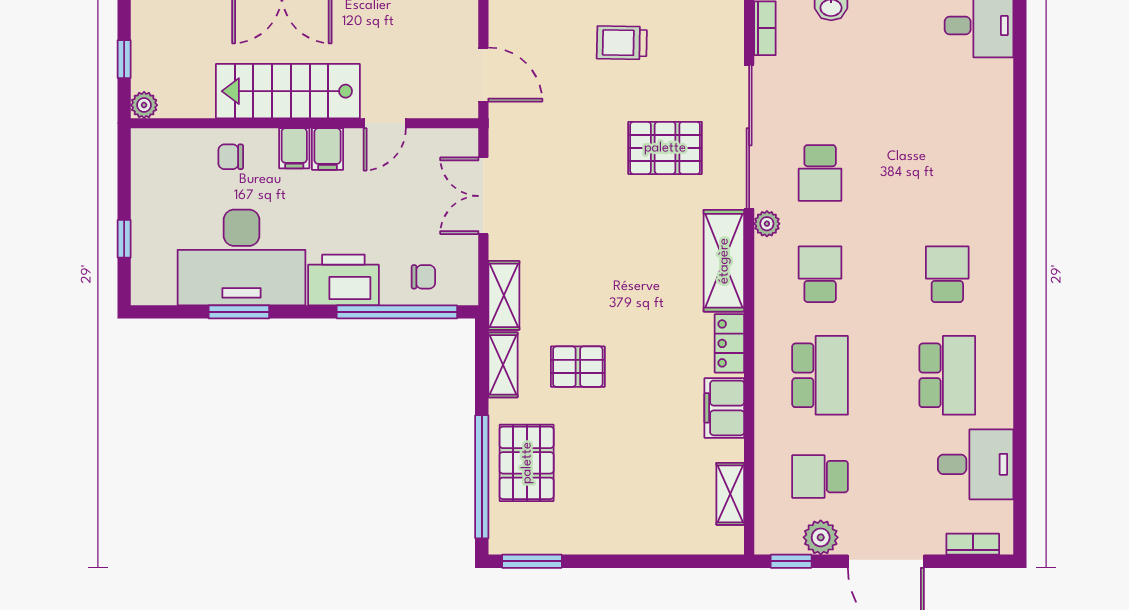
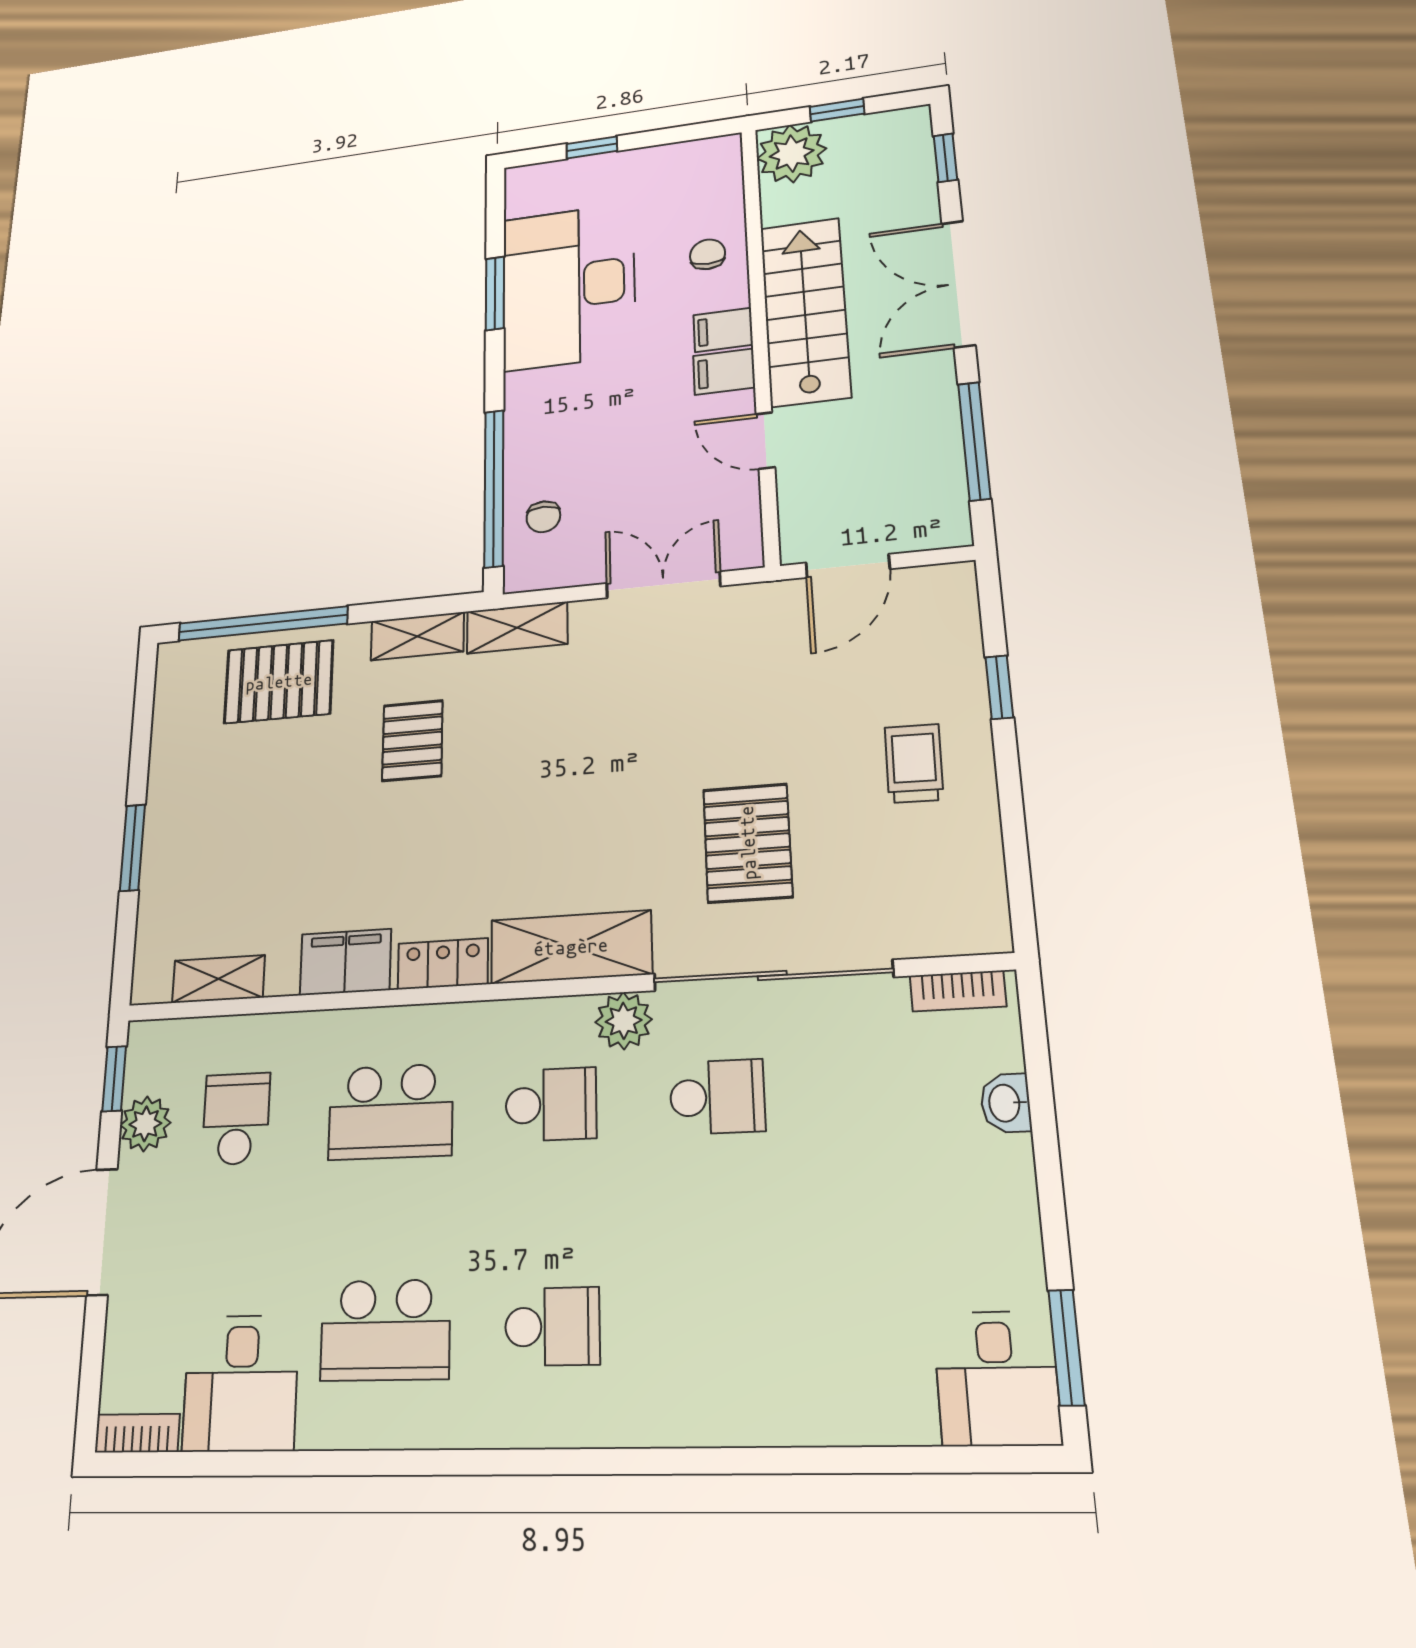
plant: (144, 105) -> (792, 154), width x1.88, depth x1.88
school desk: (820, 173) -> (717, 1097), turned 180
plant: (767, 224) -> (624, 1021), width x1.38, depth x1.38
printer: (343, 280) -> (539, 415), removed
bookcase: (973, 544) -> (137, 1433), moved, turned -90
window: (532, 561) -> (132, 848), moved

